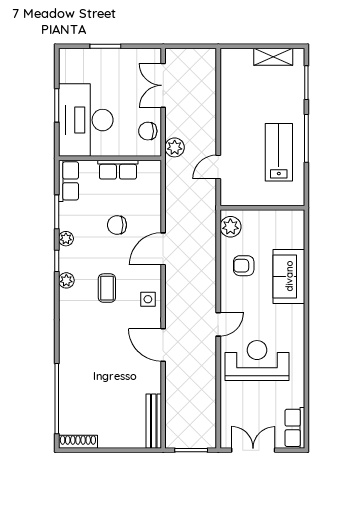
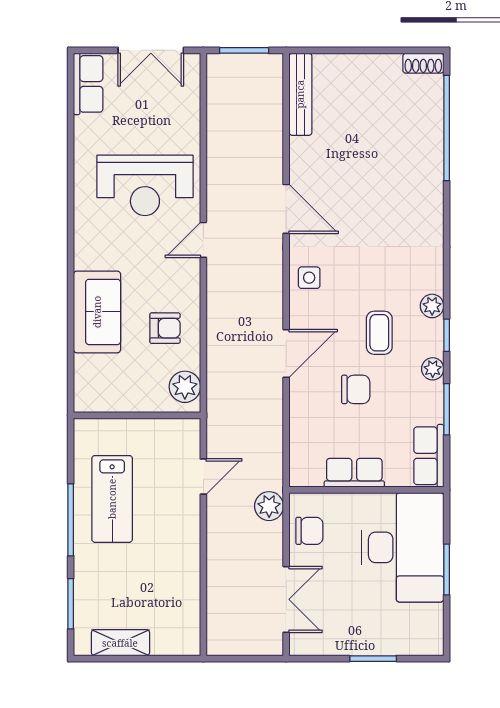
coffee table: (107, 288) -> (379, 333), moved
shoe rack: (78, 442) -> (423, 63), width x0.70

